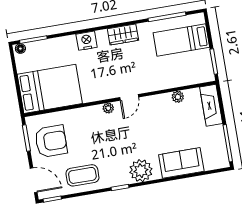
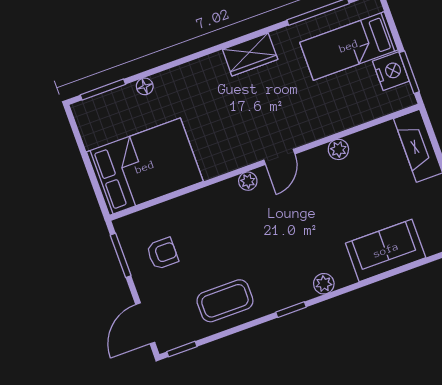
nightstand: (87, 41) -> (391, 71), moved, turned 90
floor lamp: (20, 49) -> (145, 86), moved
plant: (178, 97) -> (338, 149), moved
armchair: (51, 141) -> (162, 253), width x0.53, depth x0.53
plant: (141, 171) -> (324, 284), width x0.53, depth x0.53
door: (34, 180) -> (145, 323), swing flipped

